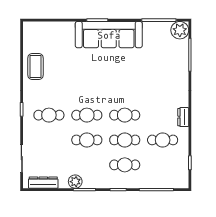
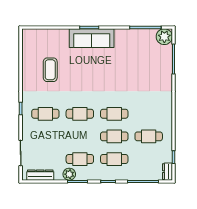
sofa: (109, 35) -> (92, 38), width x0.74, depth x0.79
coffee table: (36, 67) -> (50, 70), moved
dresser: (183, 117) -> (167, 172), moved
cafe table: (87, 140) -> (80, 159), moved

